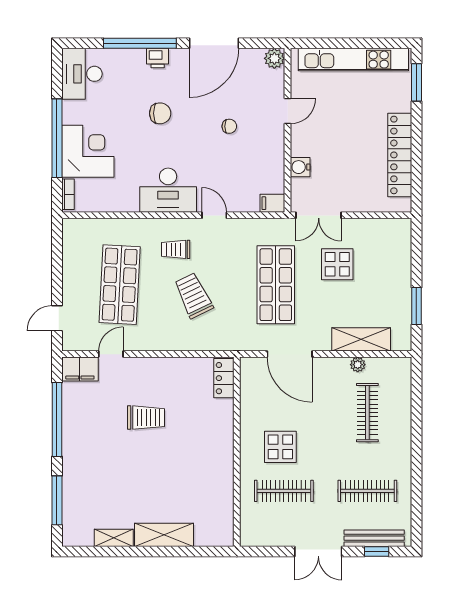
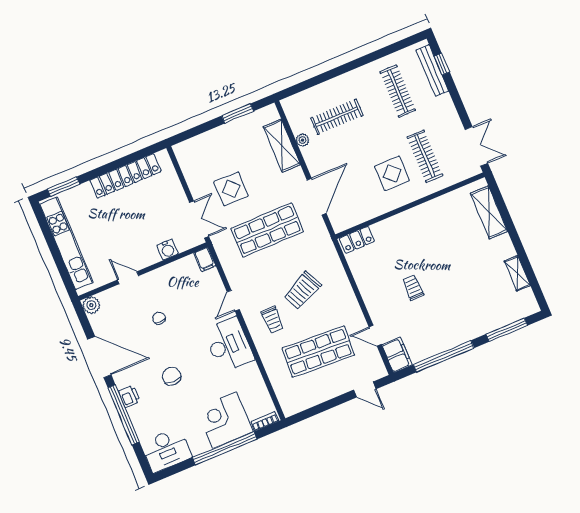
trolley: (146, 418) -> (413, 288), width x0.73, depth x0.72
shelving: (164, 535) -> (489, 212), moved
double door: (318, 551) -> (476, 146), moved

